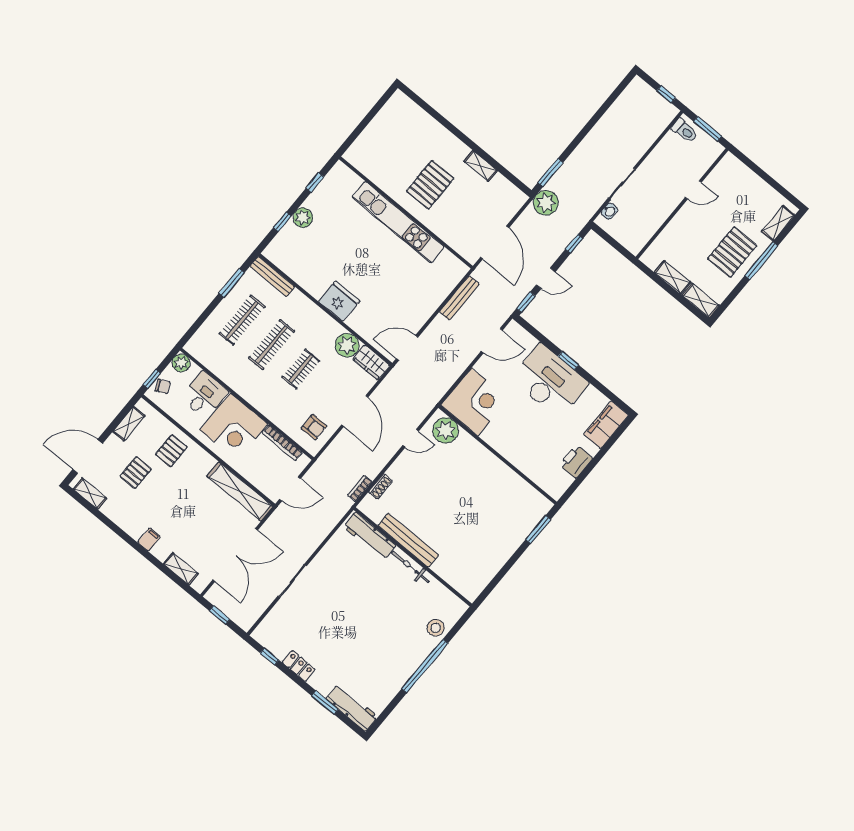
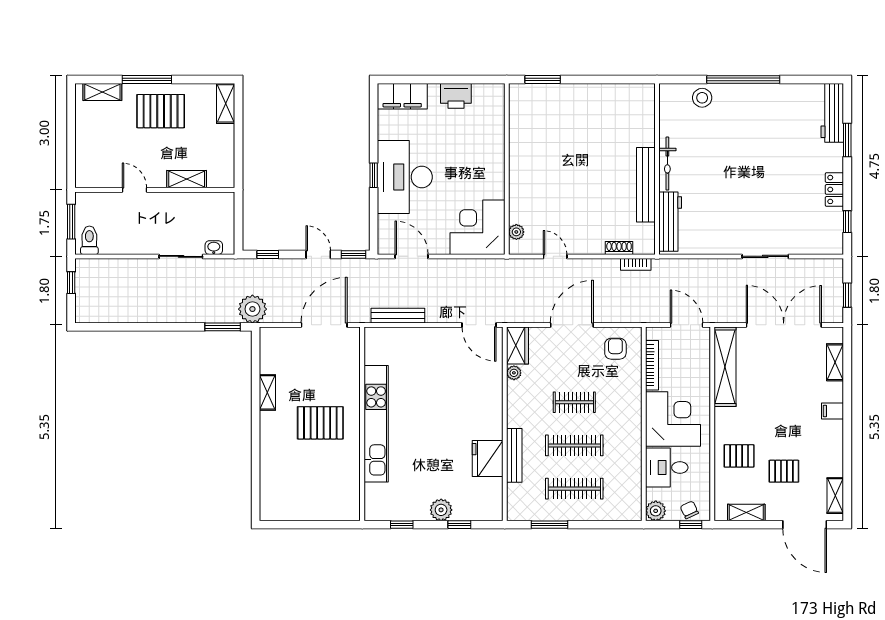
bench: (272, 276) -> (514, 455), moved
shelving: (672, 277) -> (187, 179), moved, turned 90
fridge: (339, 301) -> (488, 458), moved
plant: (347, 345) -> (514, 373), width x0.53, depth x0.53
plant: (445, 430) -> (516, 232), width x0.53, depth x0.53

